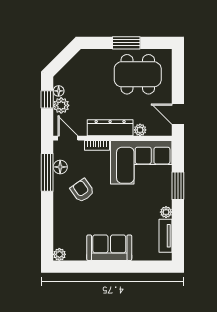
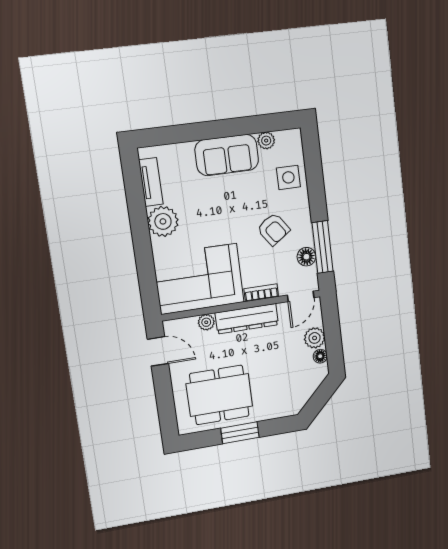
window: (47, 99) -> (334, 343), removed
door: (68, 138) -> (301, 296), hinge flipped
window: (178, 186) -> (144, 254), removed
plant: (166, 212) -> (163, 221), width x1.88, depth x1.88
side table: (67, 226) -> (288, 177), added
plant: (59, 254) -> (266, 141), moved

